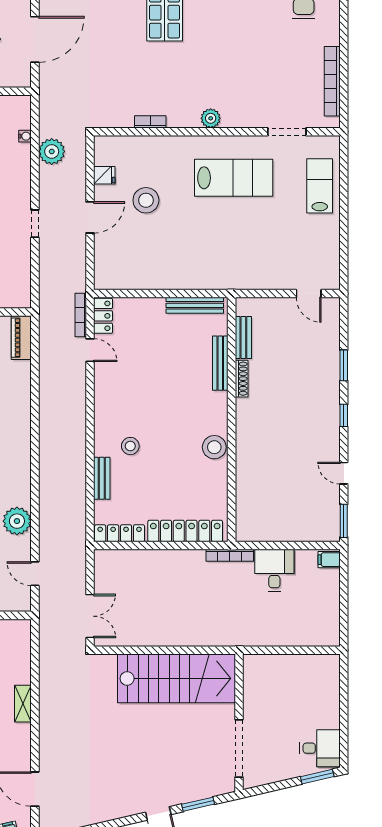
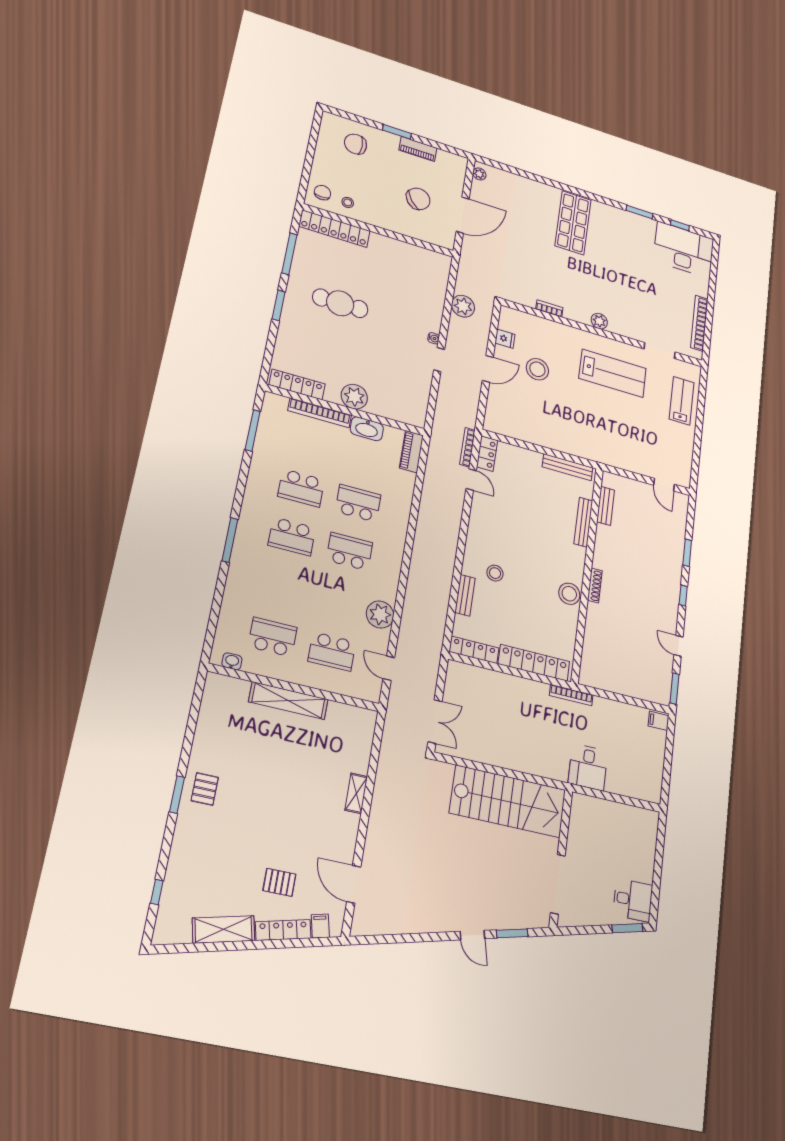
water cooler: (25, 136) -> (434, 338), moved
shoe rack: (242, 379) -> (595, 585), moved
desk: (274, 570) -> (588, 767), moved, turned 180

